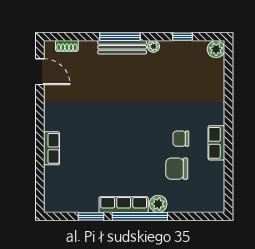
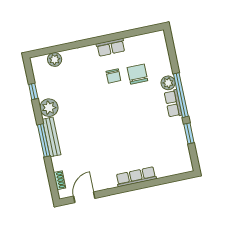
plant: (153, 46) -> (49, 108), width x1.87, depth x1.87
plant: (216, 49) -> (55, 60), moved
row of seats: (52, 148) -> (136, 177), width x1.48
chair: (177, 169) -> (137, 74), turned 180
row of seats: (124, 205) -> (173, 104), width x0.68

